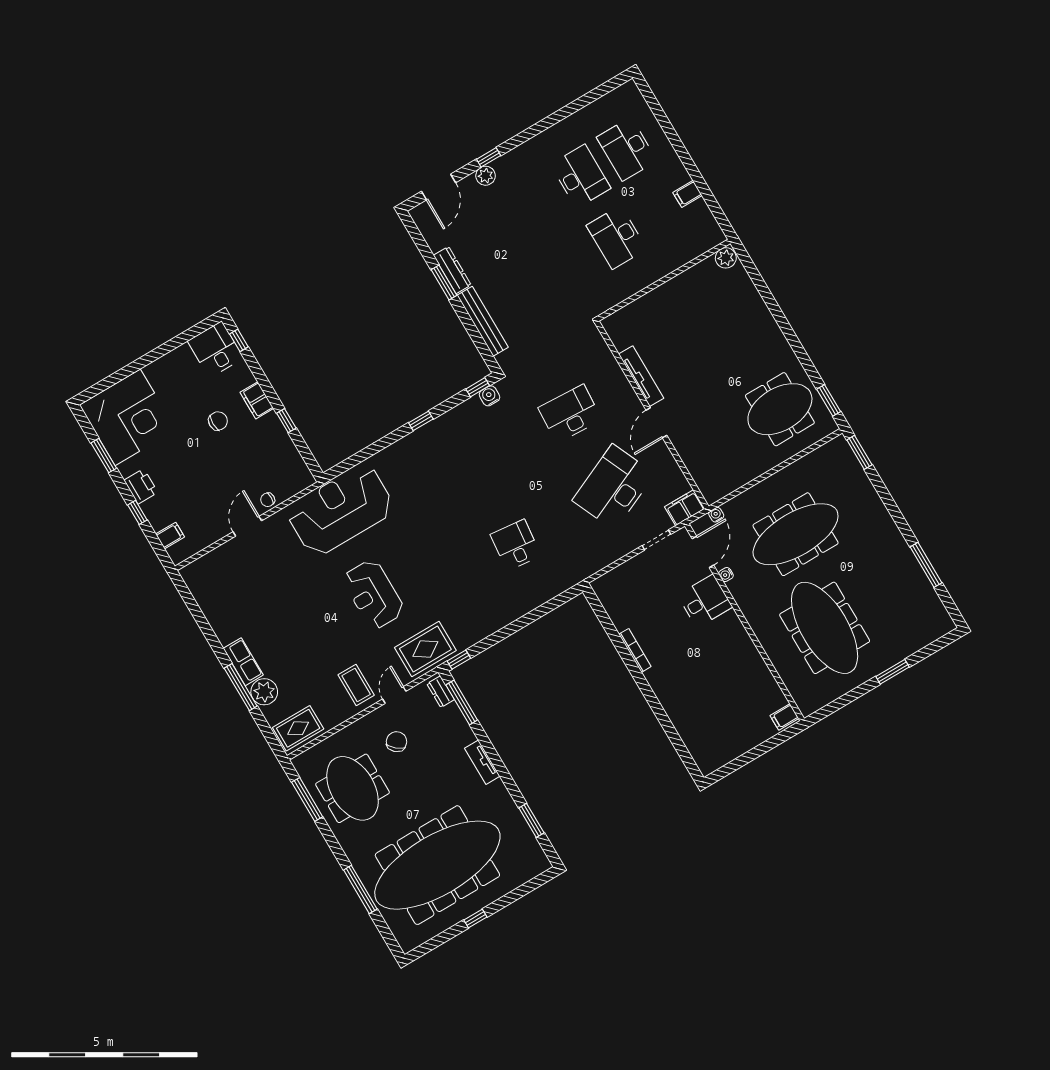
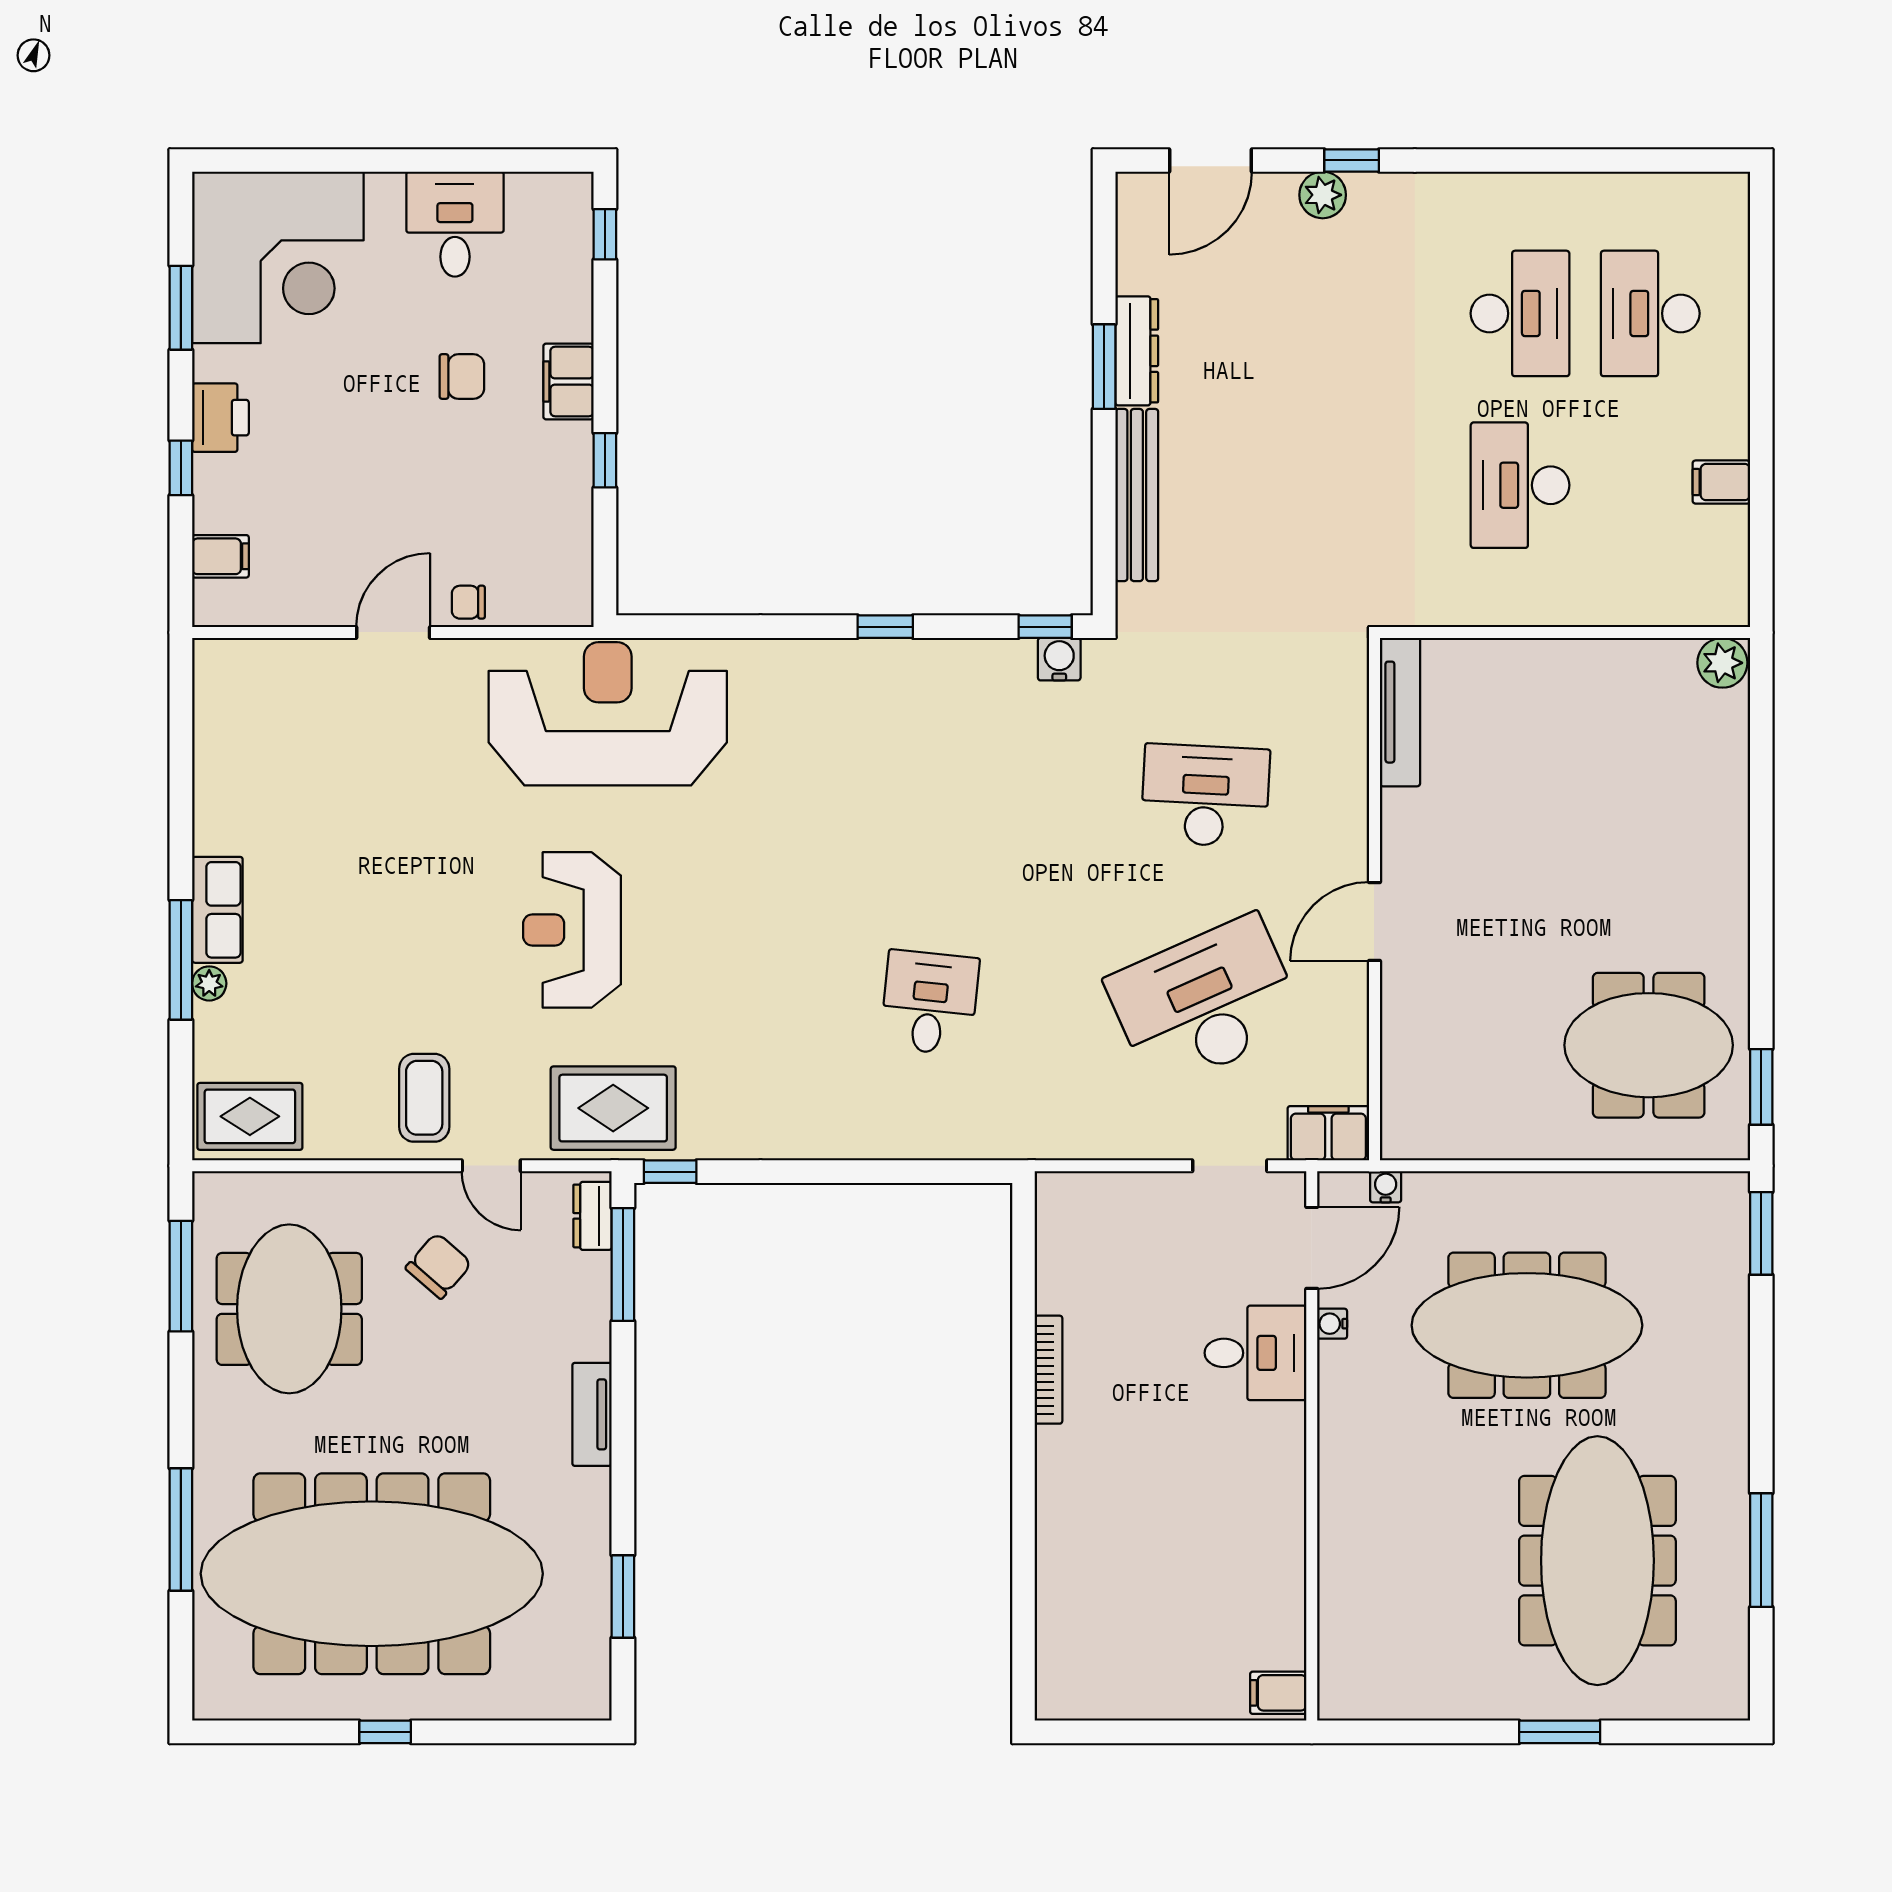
desk: (216, 349) -> (455, 224), moved
tv unit: (641, 376) -> (1400, 712), moved
meeting table: (825, 628) -> (1597, 1561), moved
plant: (264, 692) -> (209, 983), width x0.53, depth x0.53
door: (394, 695) -> (491, 1166), swing flipped

